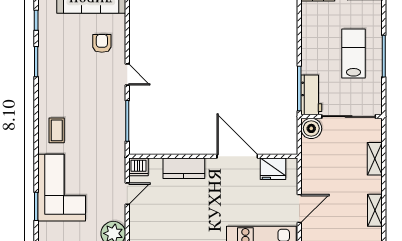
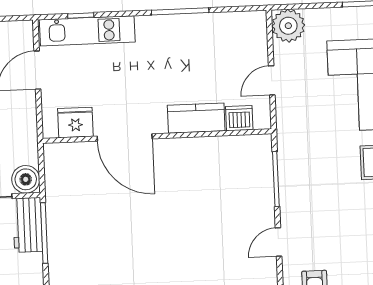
door: (127, 74) -> (279, 242), hinge flipped
dishwasher: (138, 167) -> (239, 118), moved

